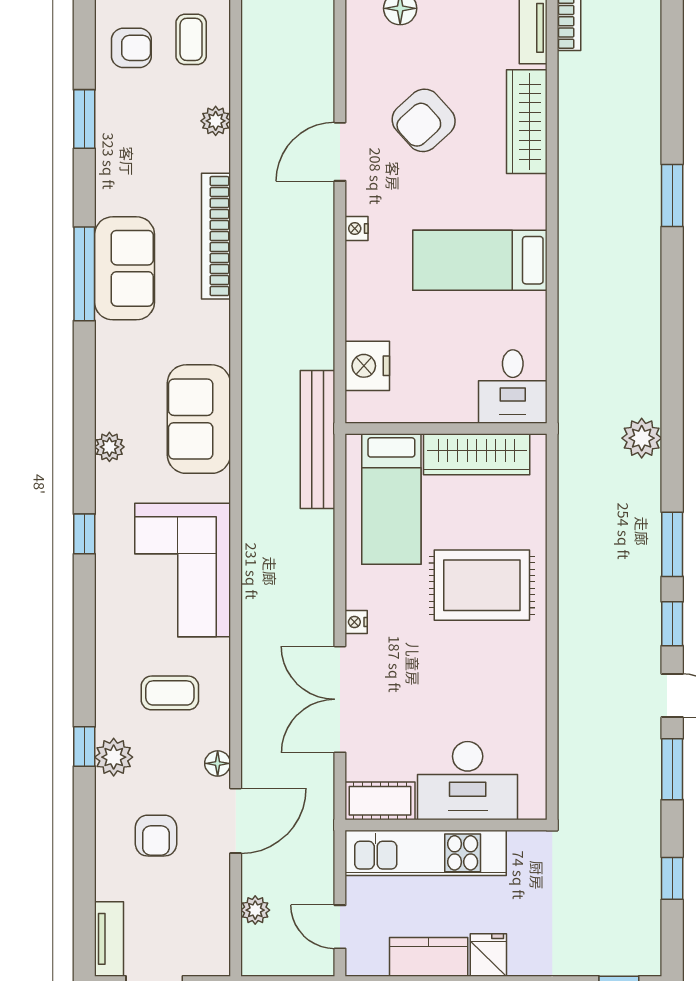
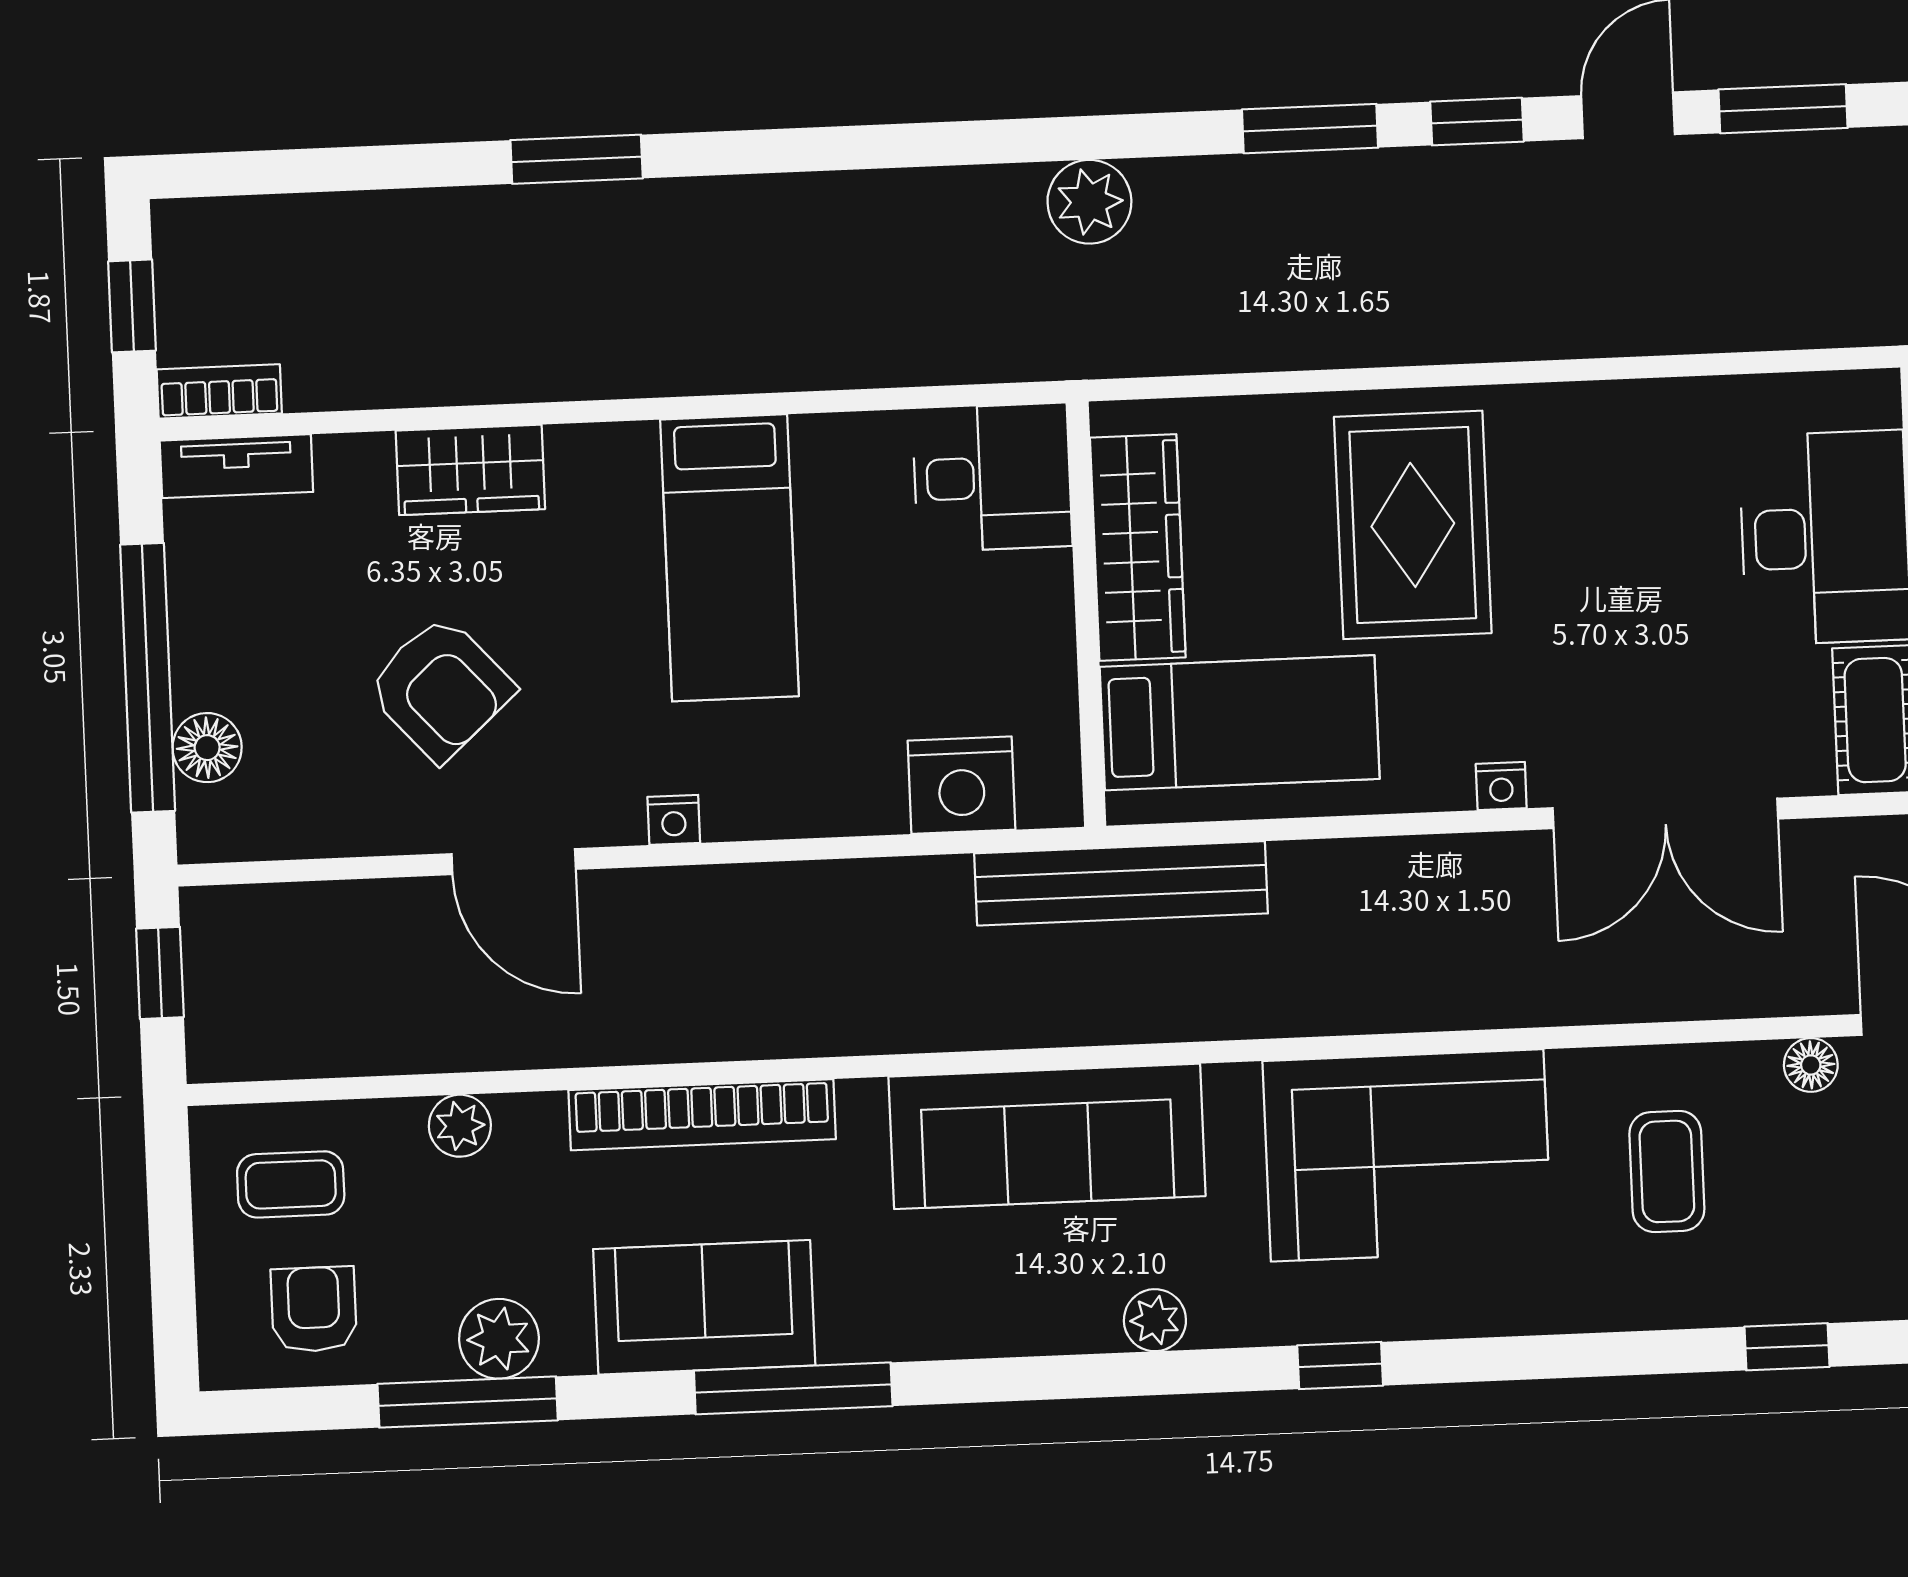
window: (84, 119) -> (468, 1402), width x1.44
wardrobe: (527, 122) -> (470, 470), width x0.67
sofa: (125, 268) -> (704, 1307), moved
sofa: (199, 419) -> (1047, 1136), width x1.36
plant: (114, 757) -> (499, 1339), moved

